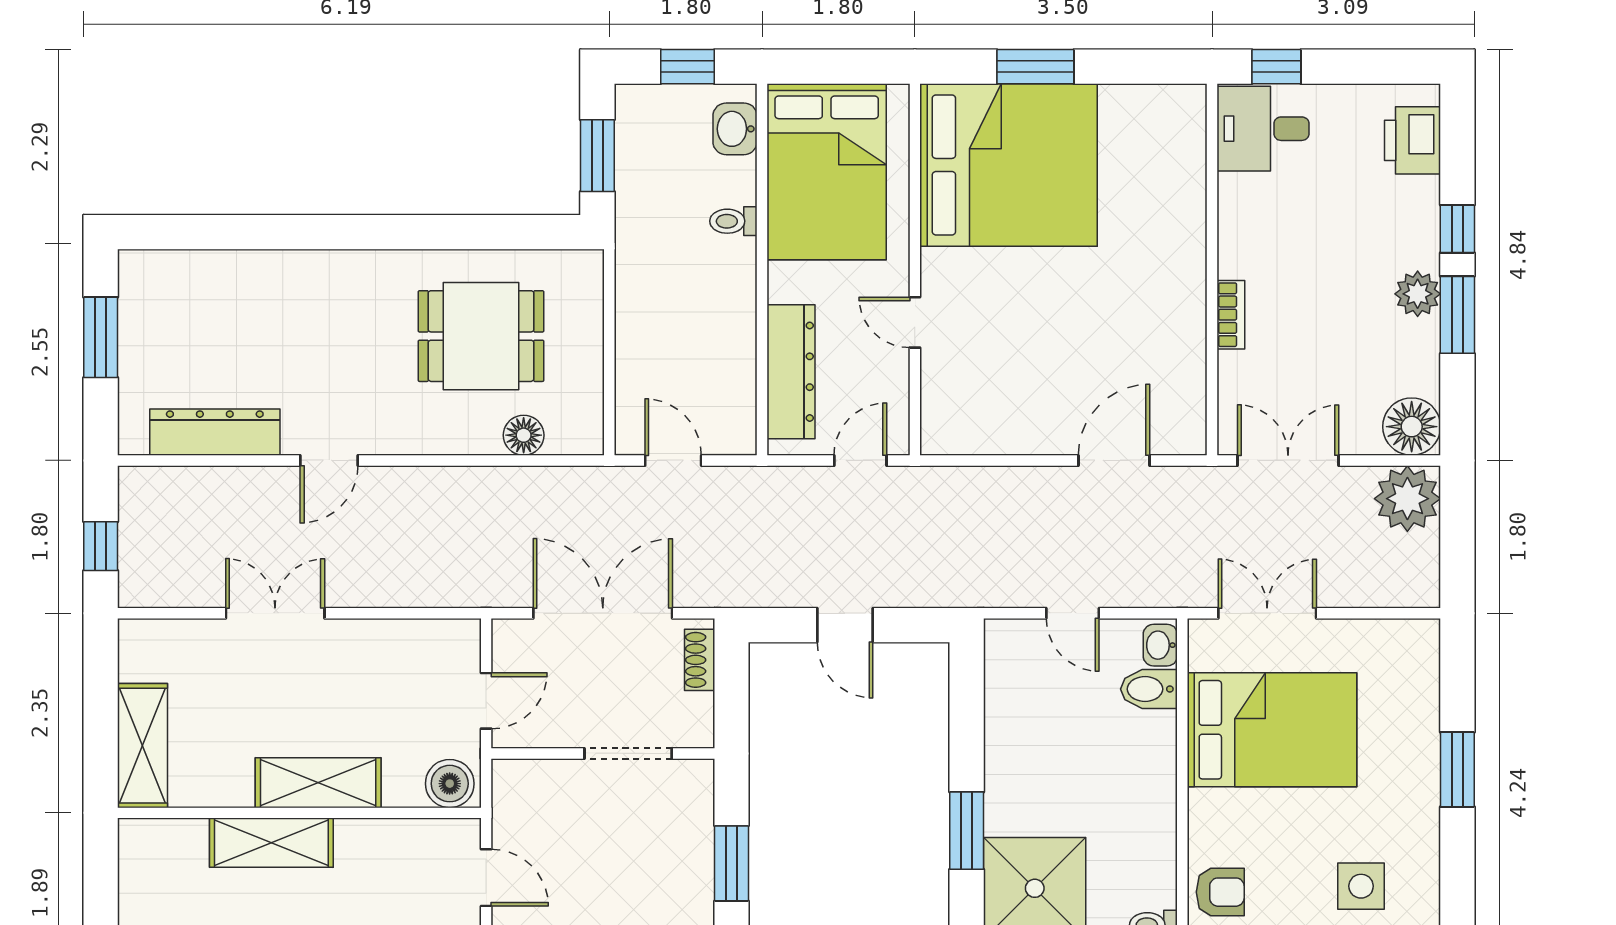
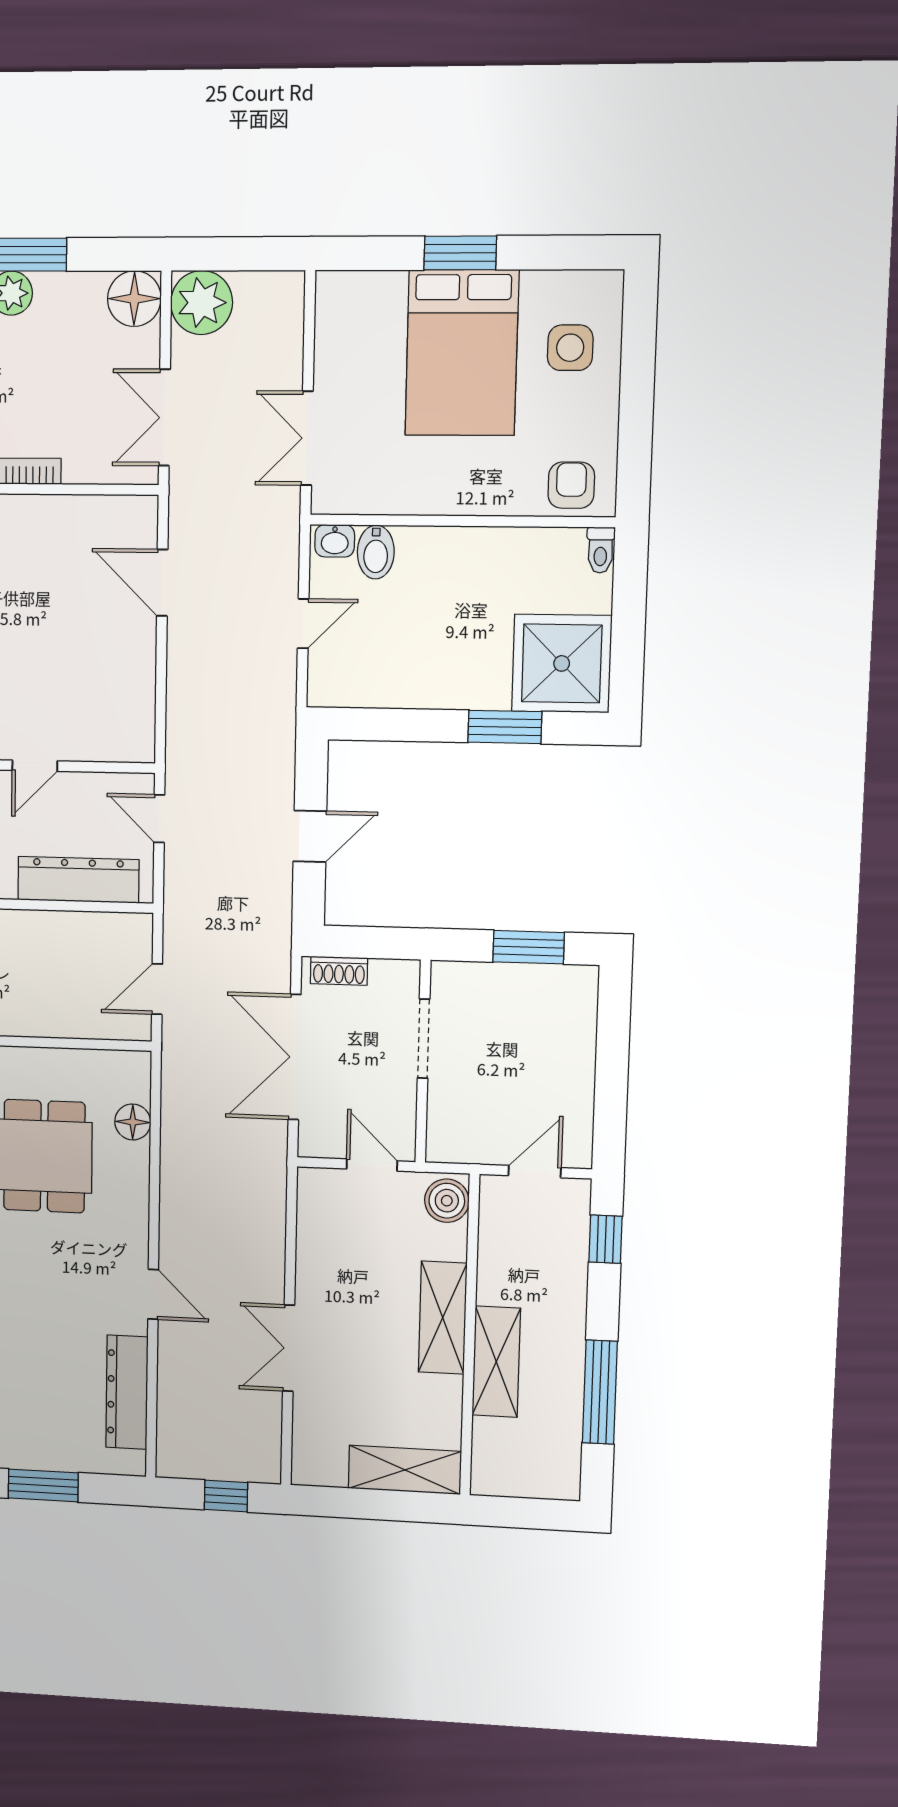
bed: (1272, 730) -> (462, 353), moved, turned 180

